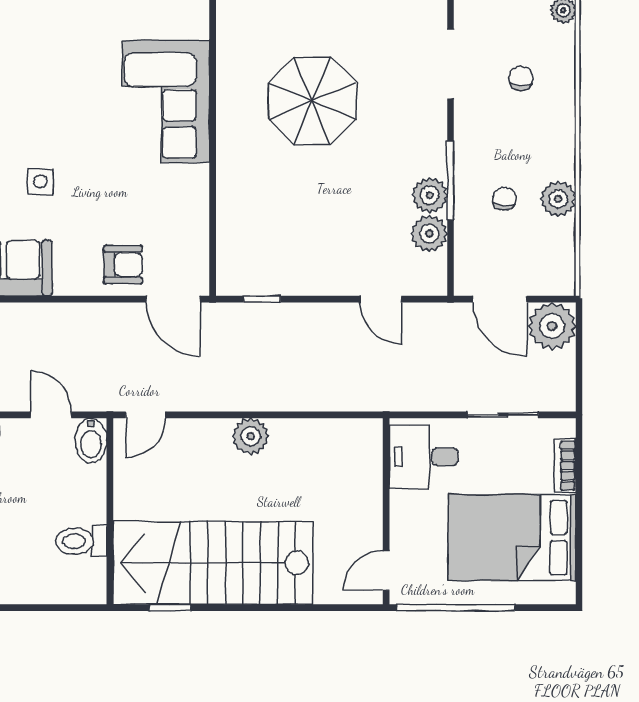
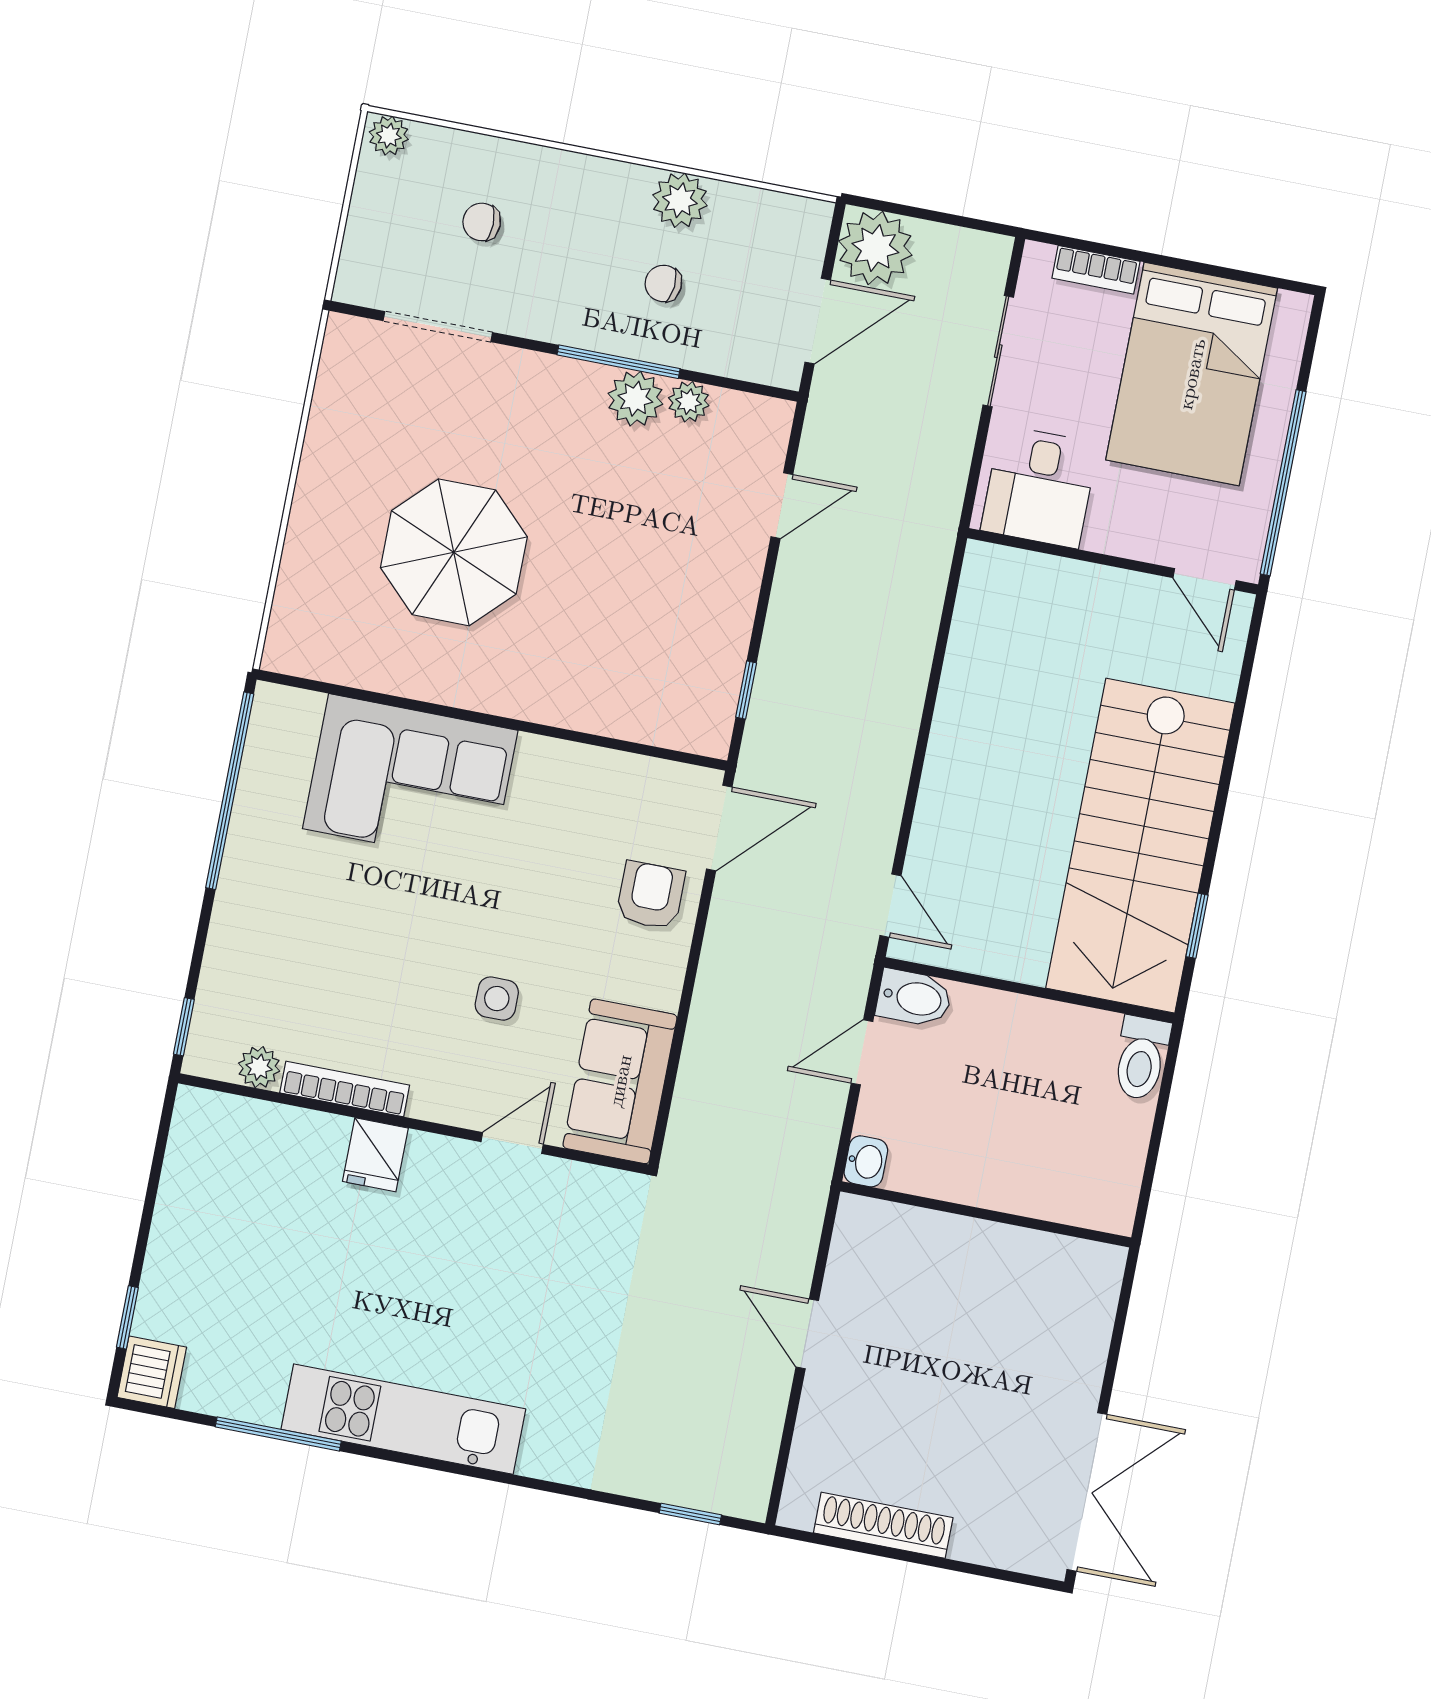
plant: (429, 234) -> (689, 402), width x0.73, depth x0.73
plant: (251, 436) -> (955, 749), removed
toilet: (81, 541) -> (1141, 1058), moved

